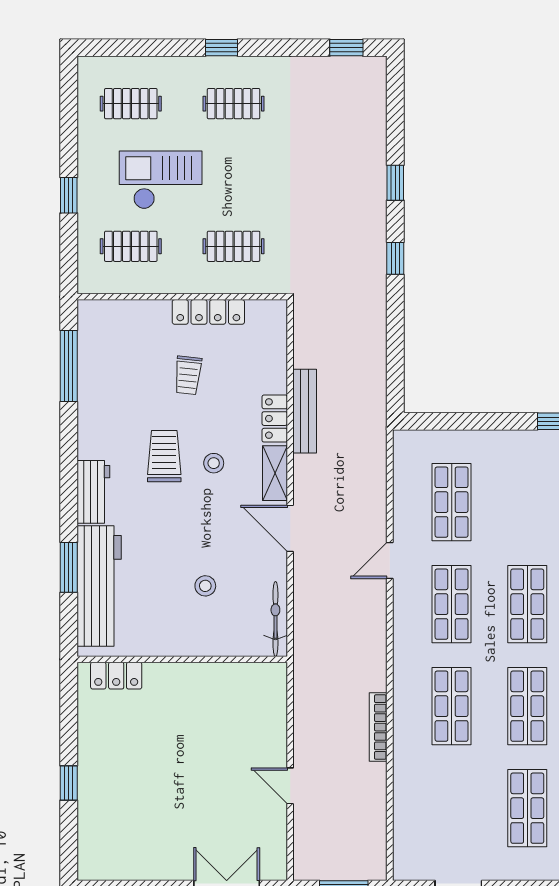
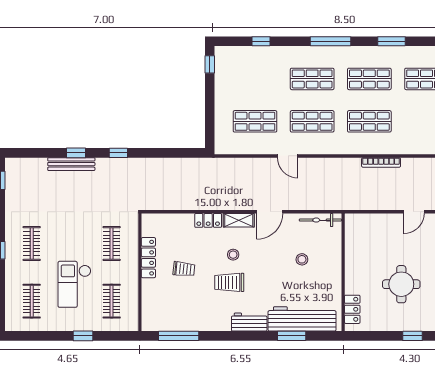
bench: (305, 411) -> (71, 164), moved
round table: (161, 763) -> (401, 284), added

